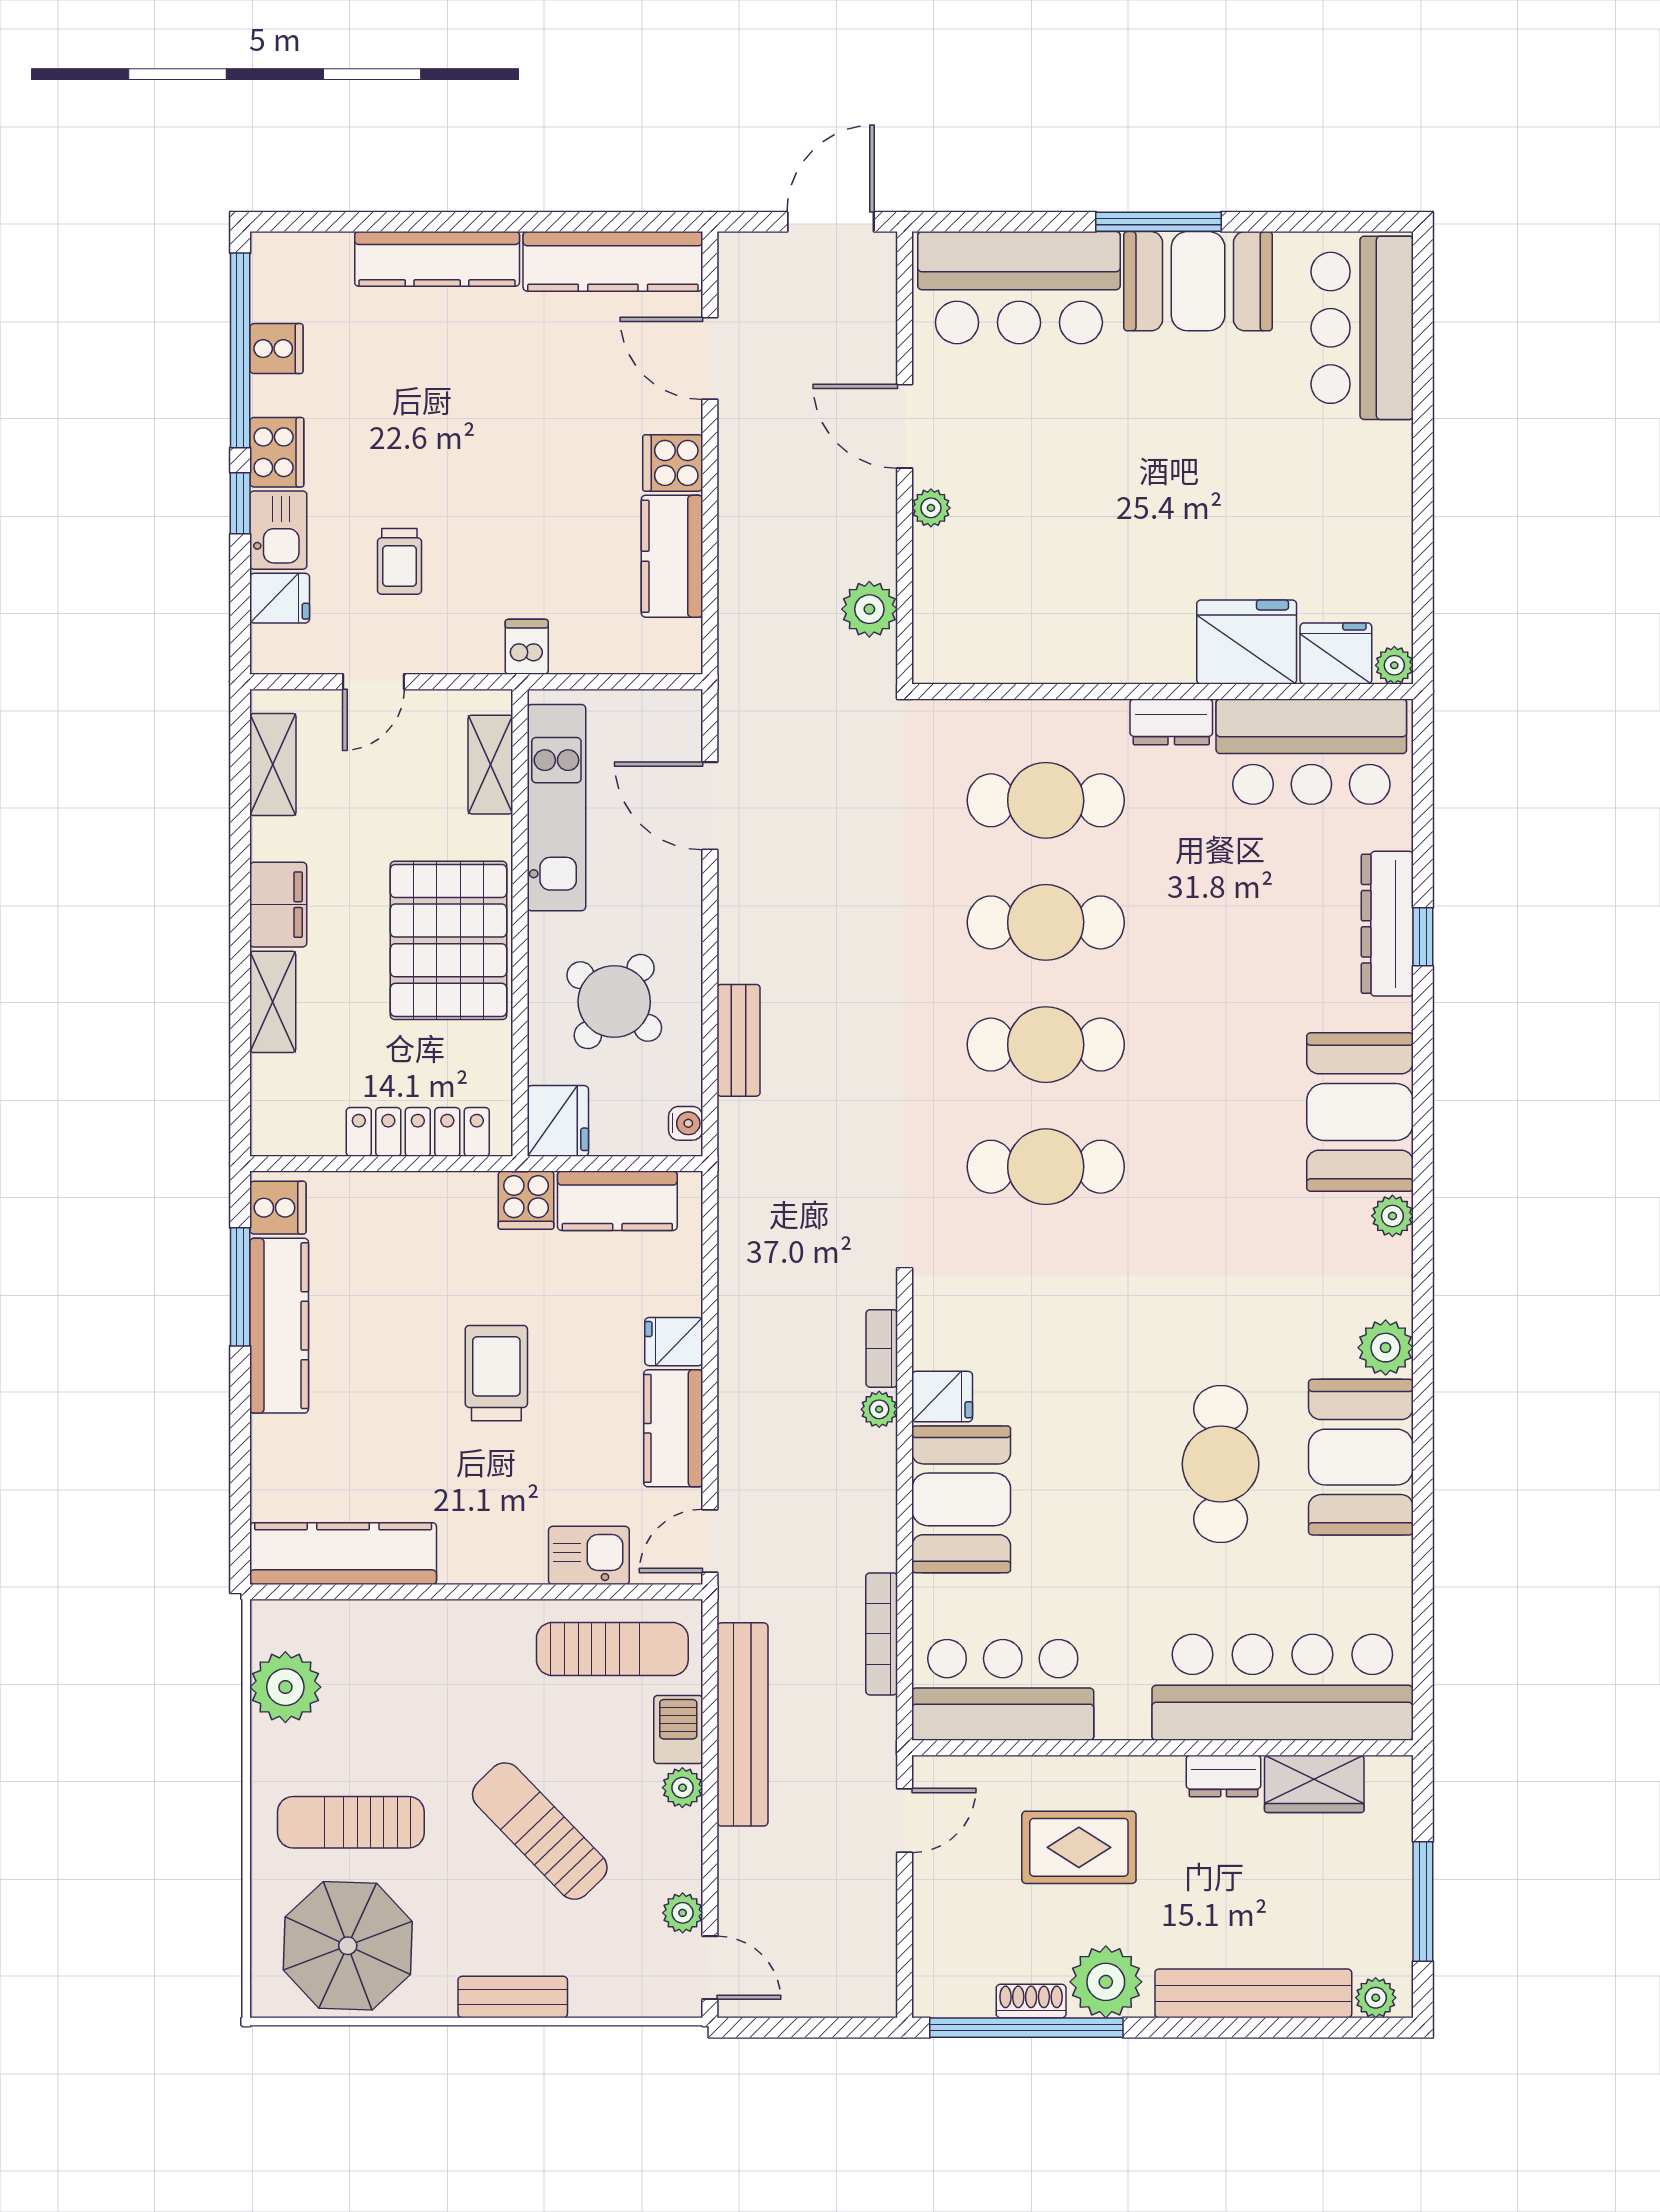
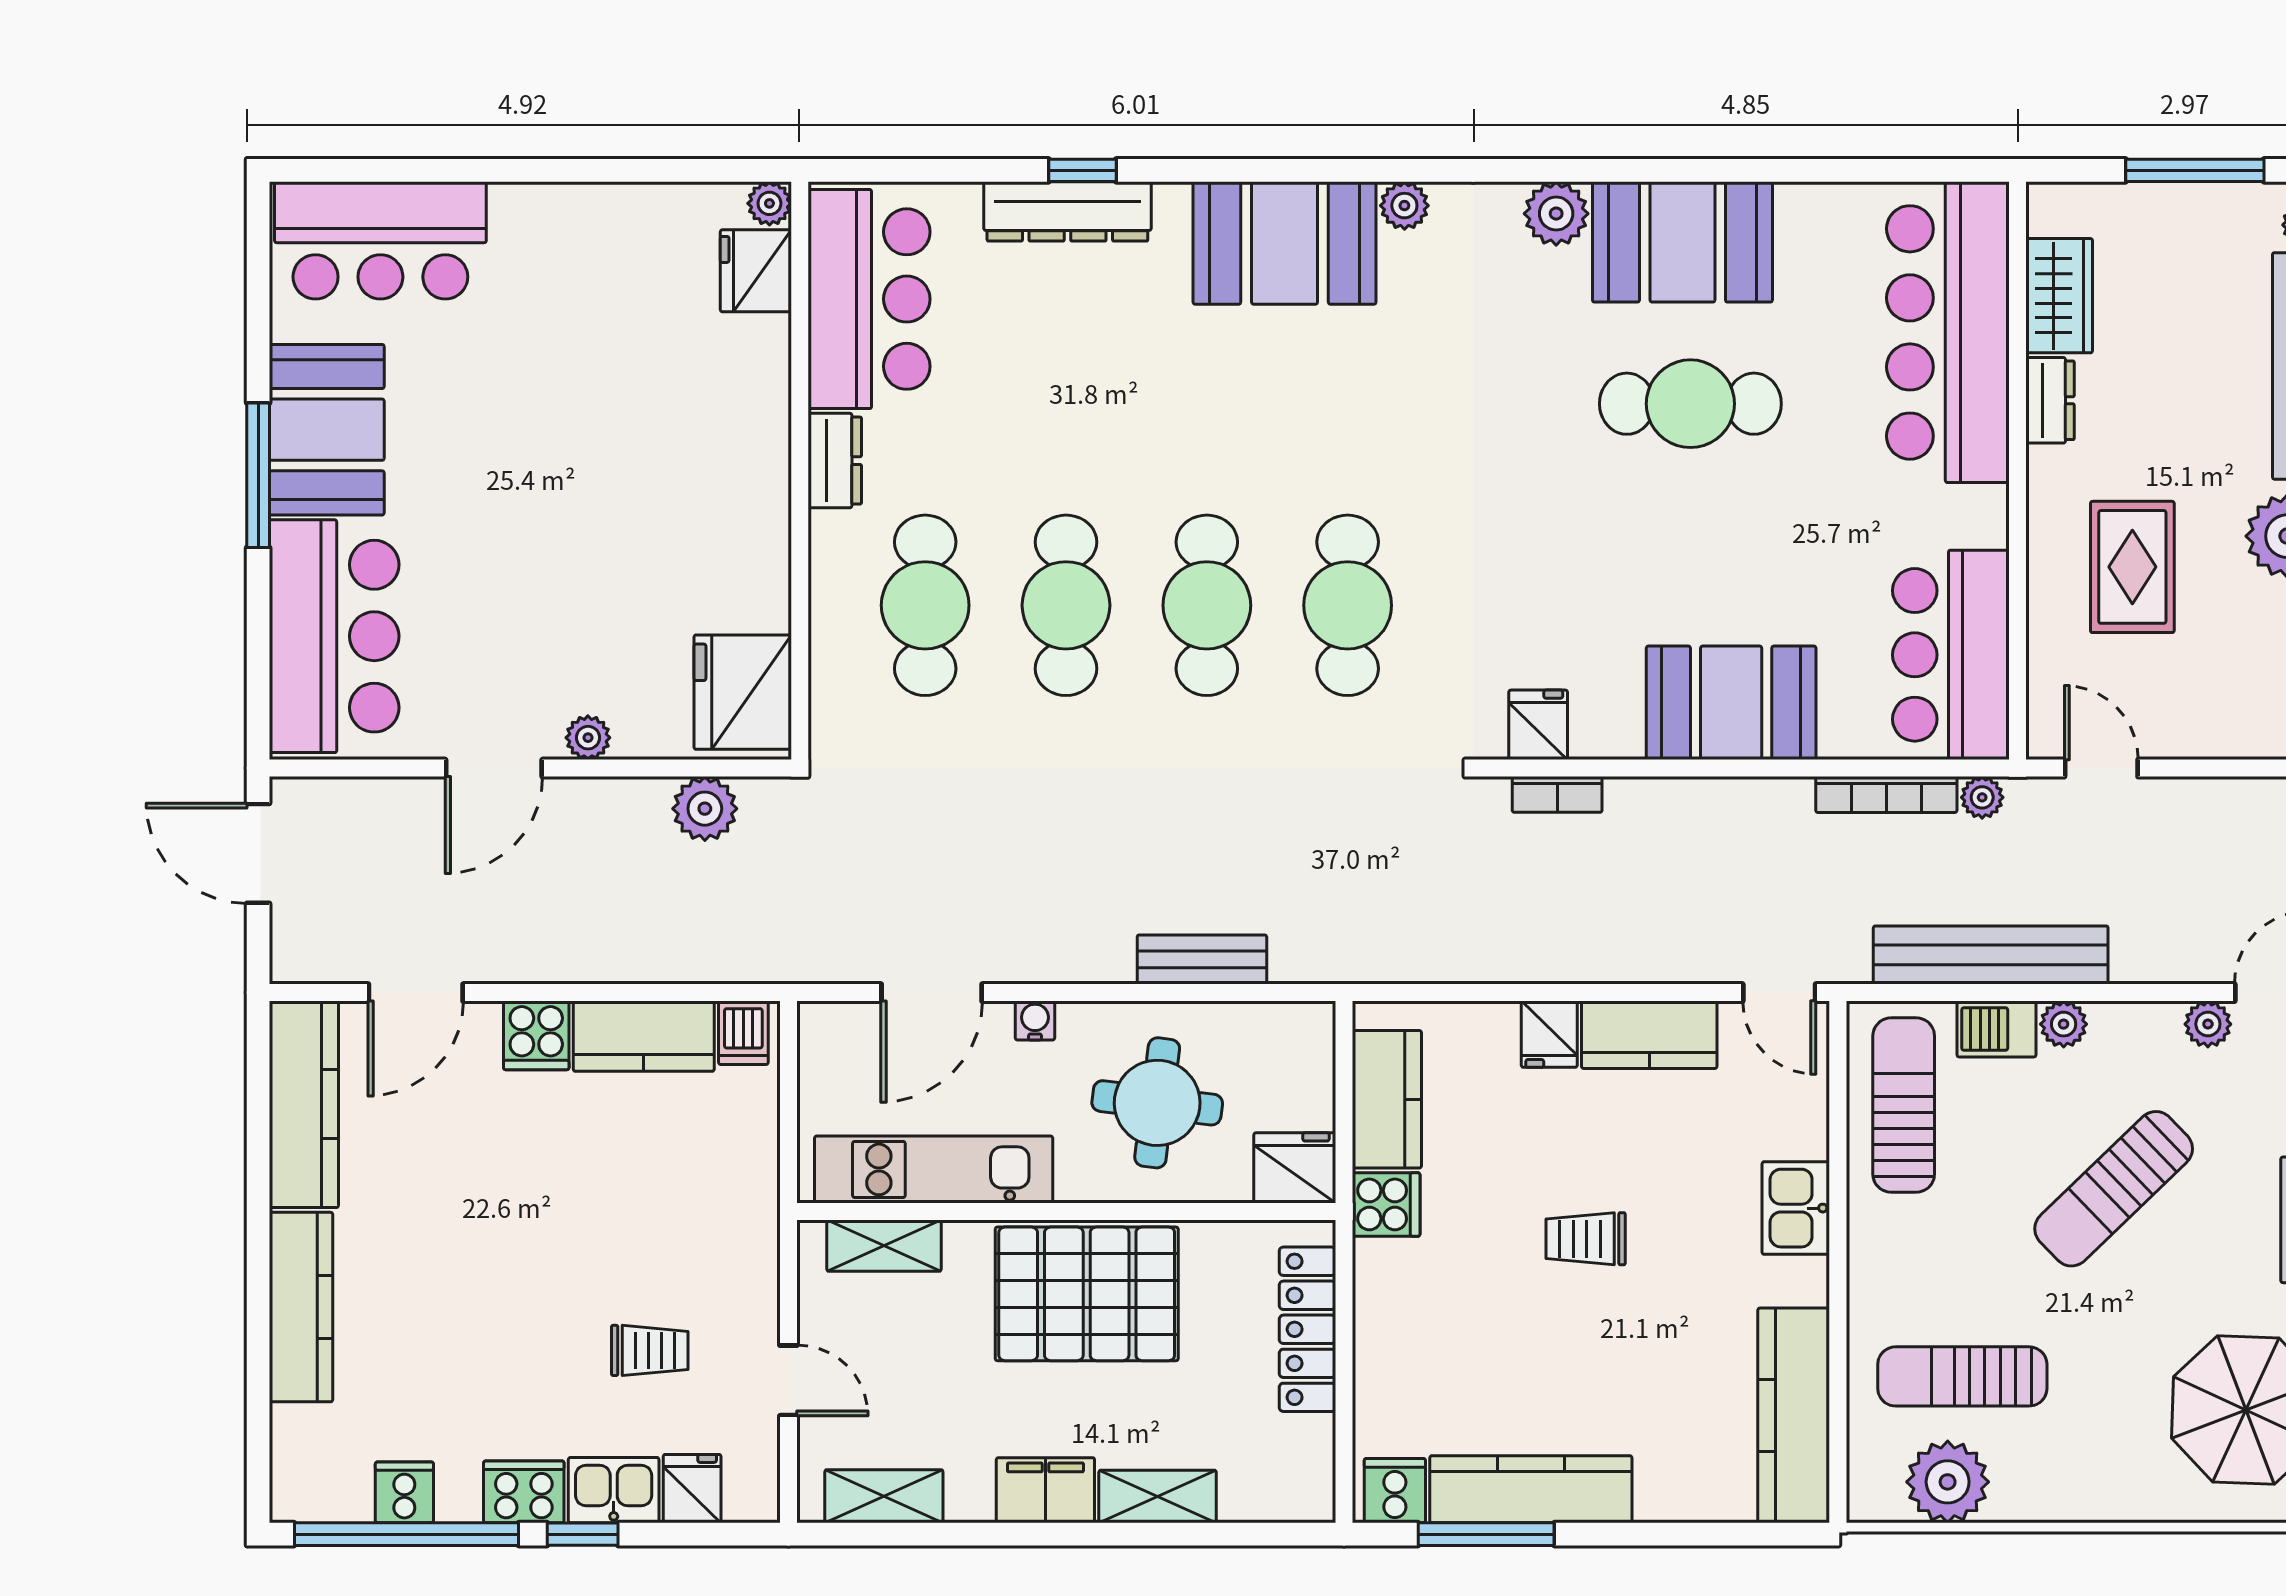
fridge: (1247, 642) -> (743, 692), moved
dishwasher: (527, 647) -> (743, 1033), moved, turned -90
round table: (614, 1002) -> (1157, 1103), turned -31
water cooler: (686, 1123) -> (1035, 1021), moved
trolley: (496, 1373) -> (1586, 1239), width x0.73, depth x0.72
fridge: (942, 1397) -> (1538, 725), moved
plant: (879, 1409) -> (1982, 797), moved
kitchen sink: (589, 1555) -> (1796, 1208), moved
sun lounger: (351, 1822) -> (1962, 1376), moved, turned 90

